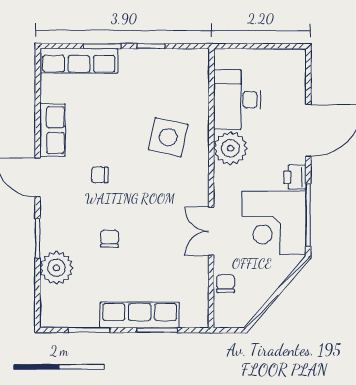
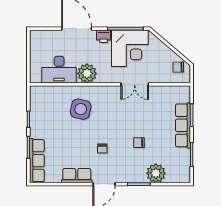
chair: (226, 283) -> (178, 67), moved

